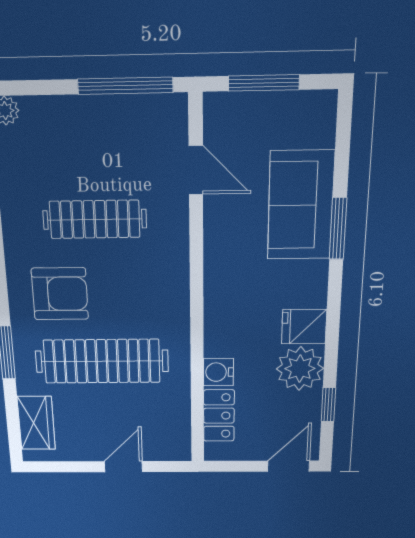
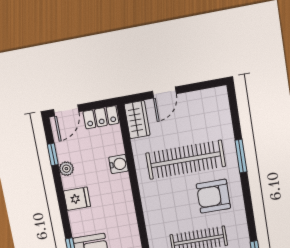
plant: (300, 369) -> (66, 169), width x0.53, depth x0.53
locker: (219, 416) -> (101, 117), moved, turned -90
wardrobe: (36, 423) -> (137, 120), moved, turned 180

